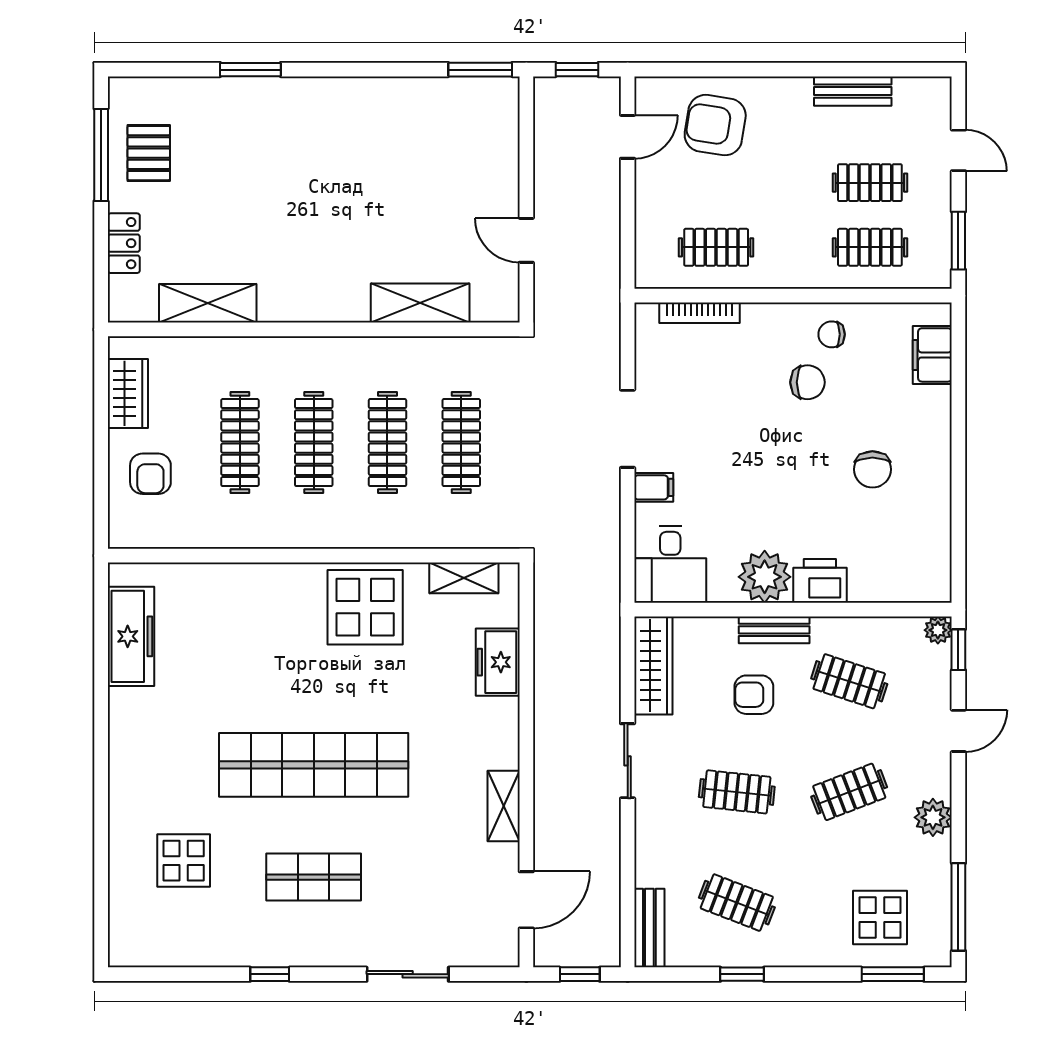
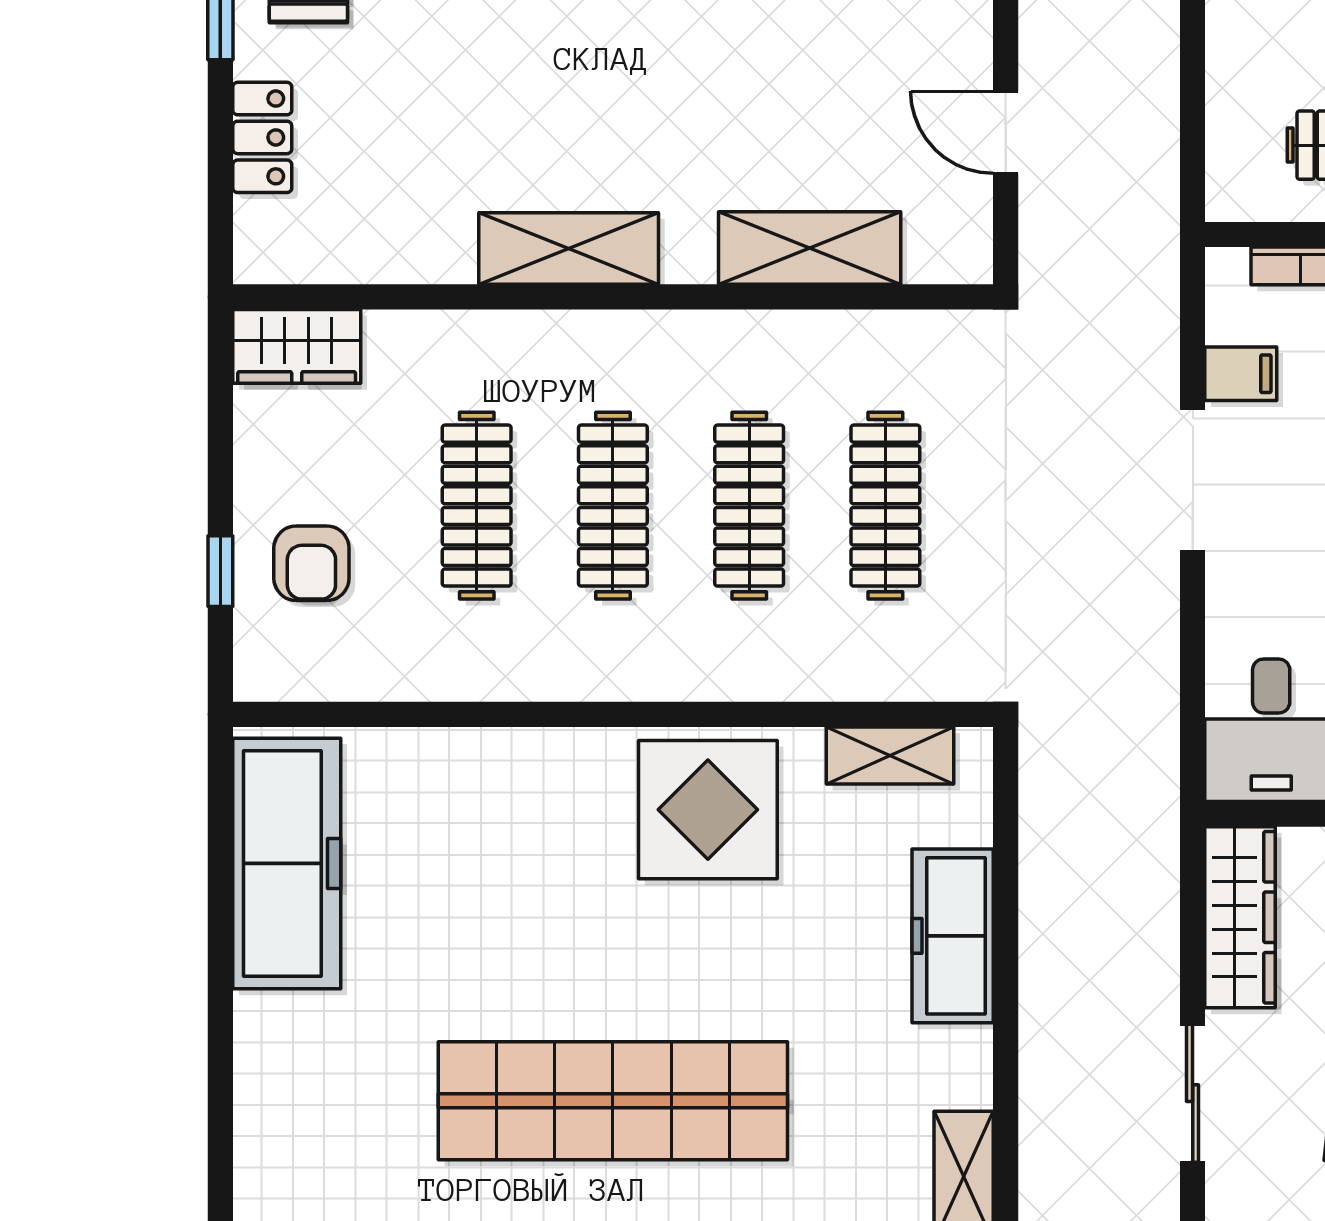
shelving: (208, 303) -> (569, 248), moved
wardrobe: (128, 393) -> (297, 346), moved, turned 90
window: (101, 478) -> (220, 571), added
filing cabinet: (654, 487) -> (1241, 374), moved
freezer: (131, 636) -> (287, 863), width x1.36, depth x1.26
freezer: (498, 662) -> (953, 936), width x1.40

